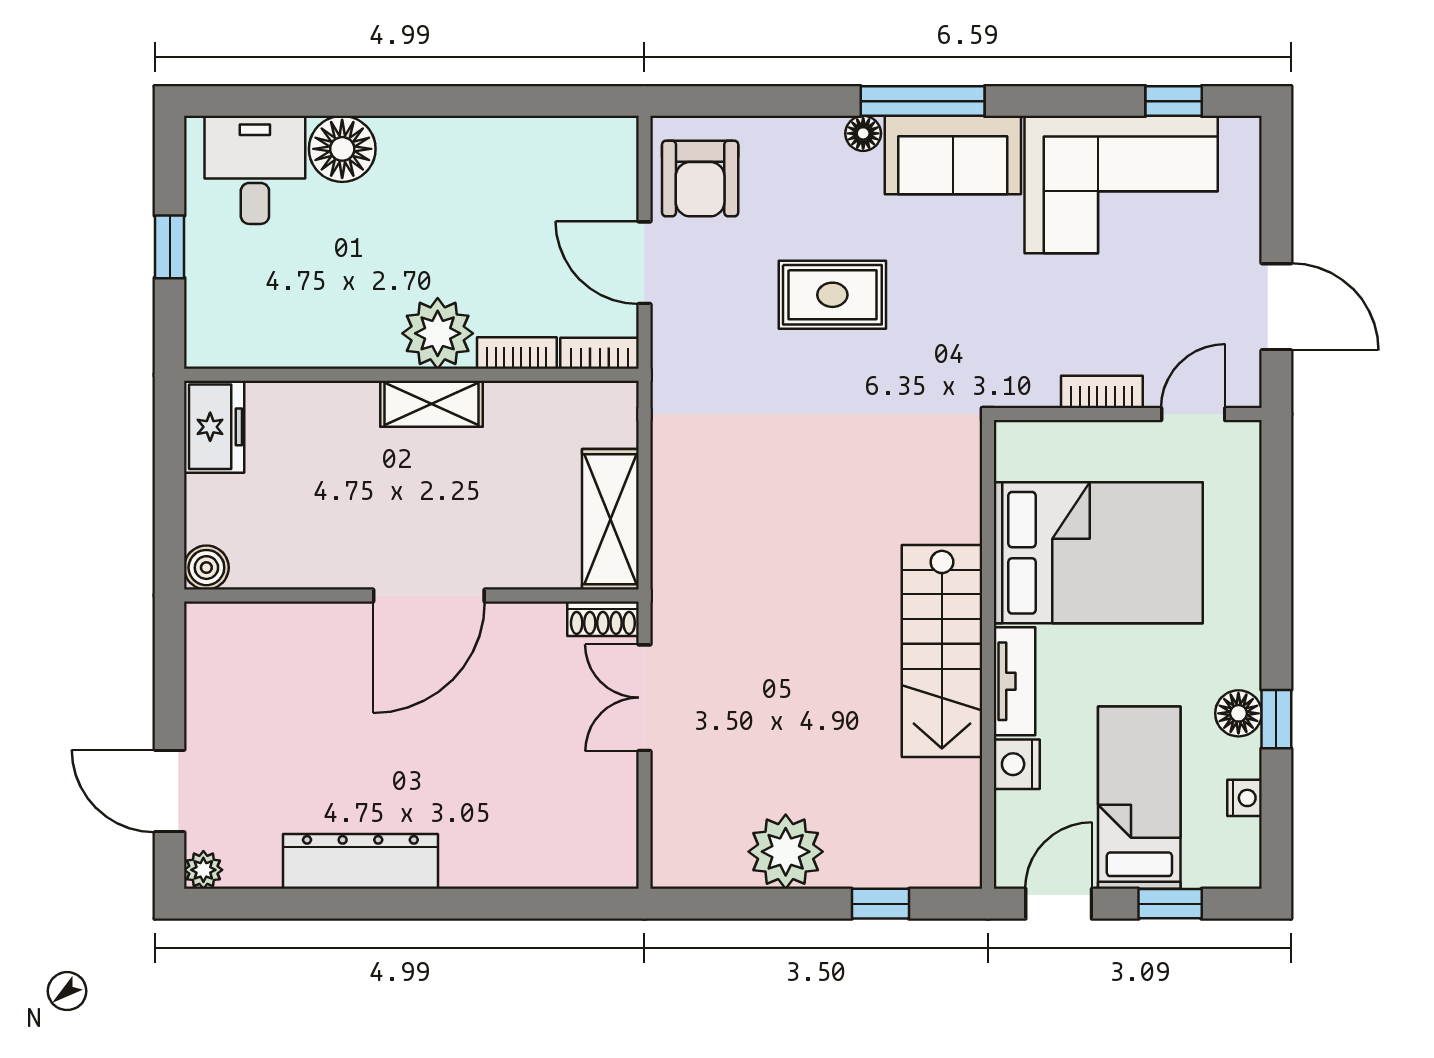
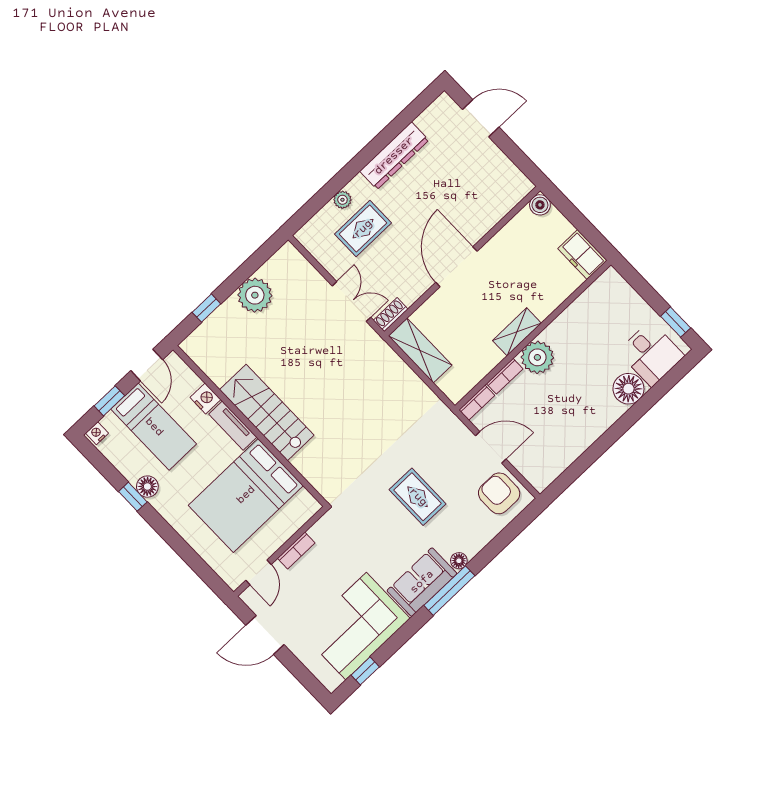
window: (170, 247) -> (676, 322), moved
rug: (832, 295) -> (418, 497), turned 90
rug: (518, 794) -> (363, 229), added
nightstand: (1244, 798) -> (97, 433), moved, turned 90
plant: (203, 870) -> (342, 200), moved

